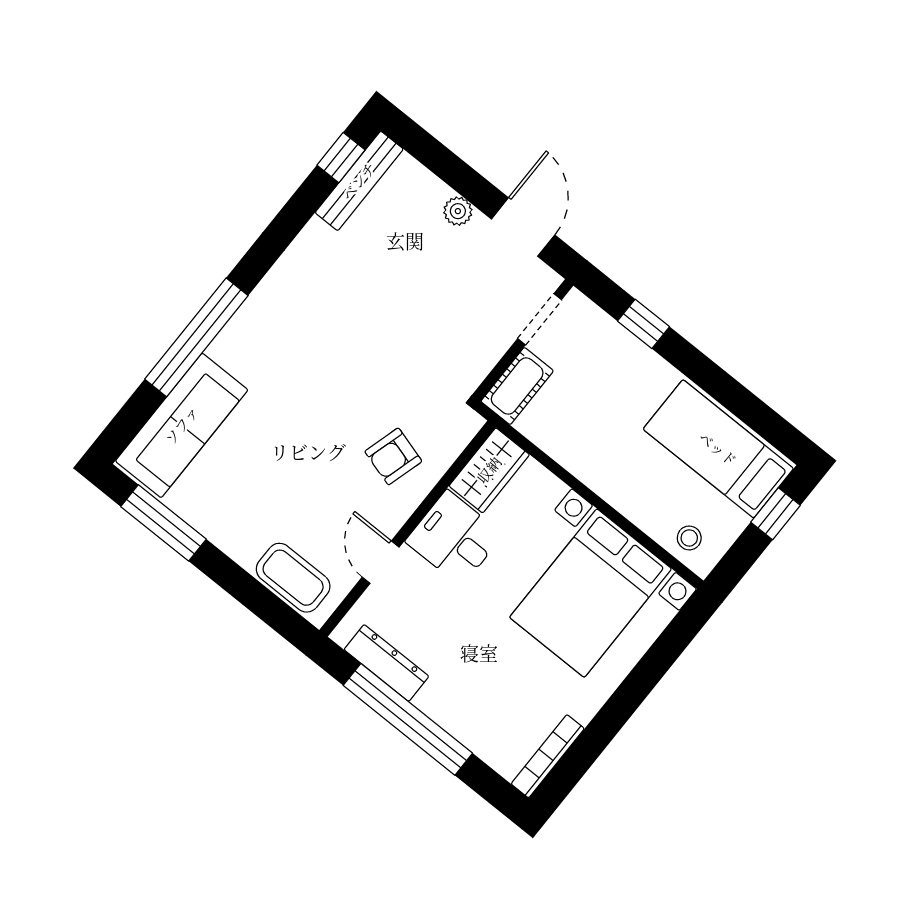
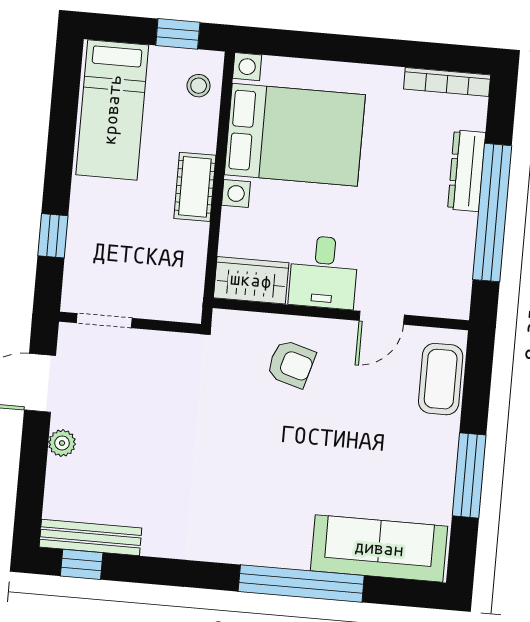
cot: (517, 386) -> (195, 187), moved, turned 90
window: (775, 514) -> (178, 34), moved
window: (164, 523) -> (469, 475), moved
dresser: (386, 663) -> (467, 171), moved

